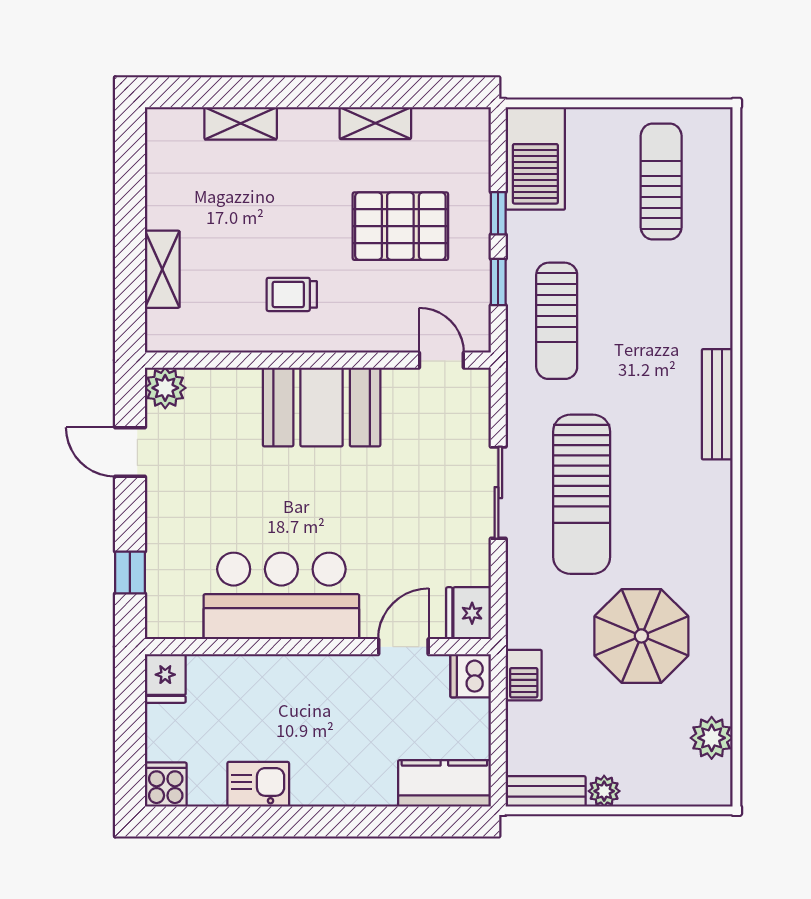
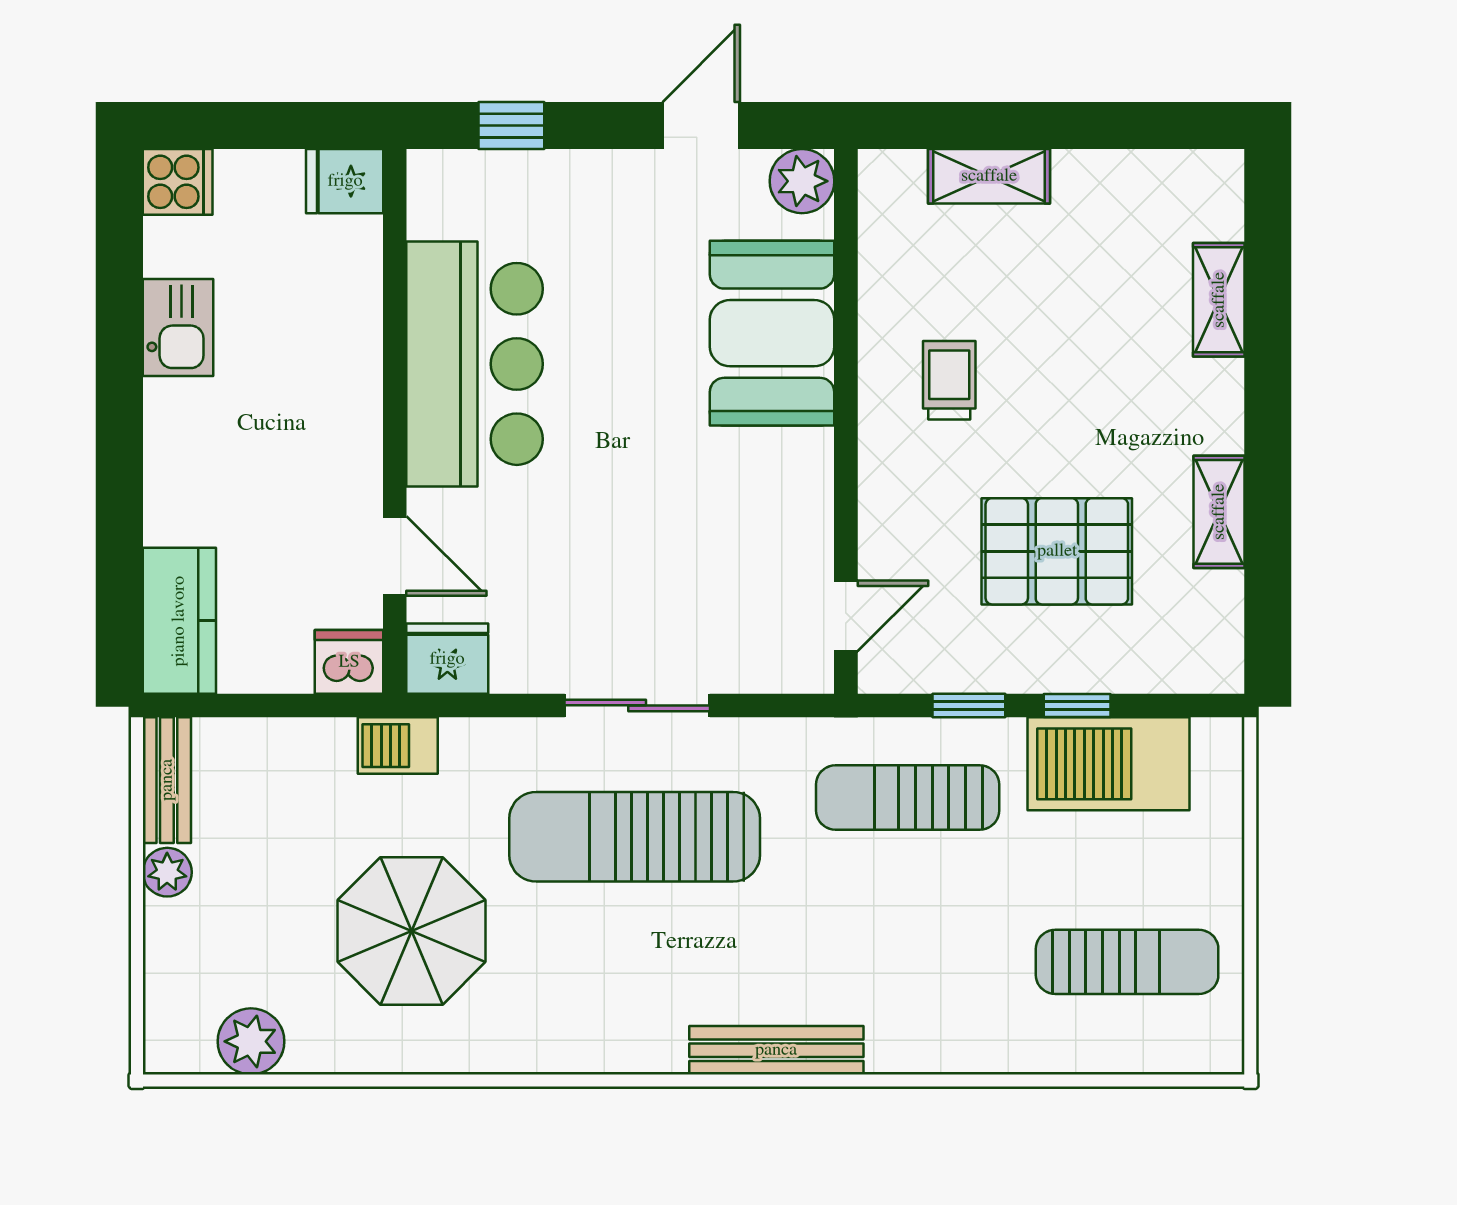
barbecue: (535, 158) -> (1109, 764), moved
pallet: (400, 226) -> (1057, 551), turned 90
booth: (322, 407) -> (772, 333), moved
barbecue: (524, 675) -> (398, 746), moved

